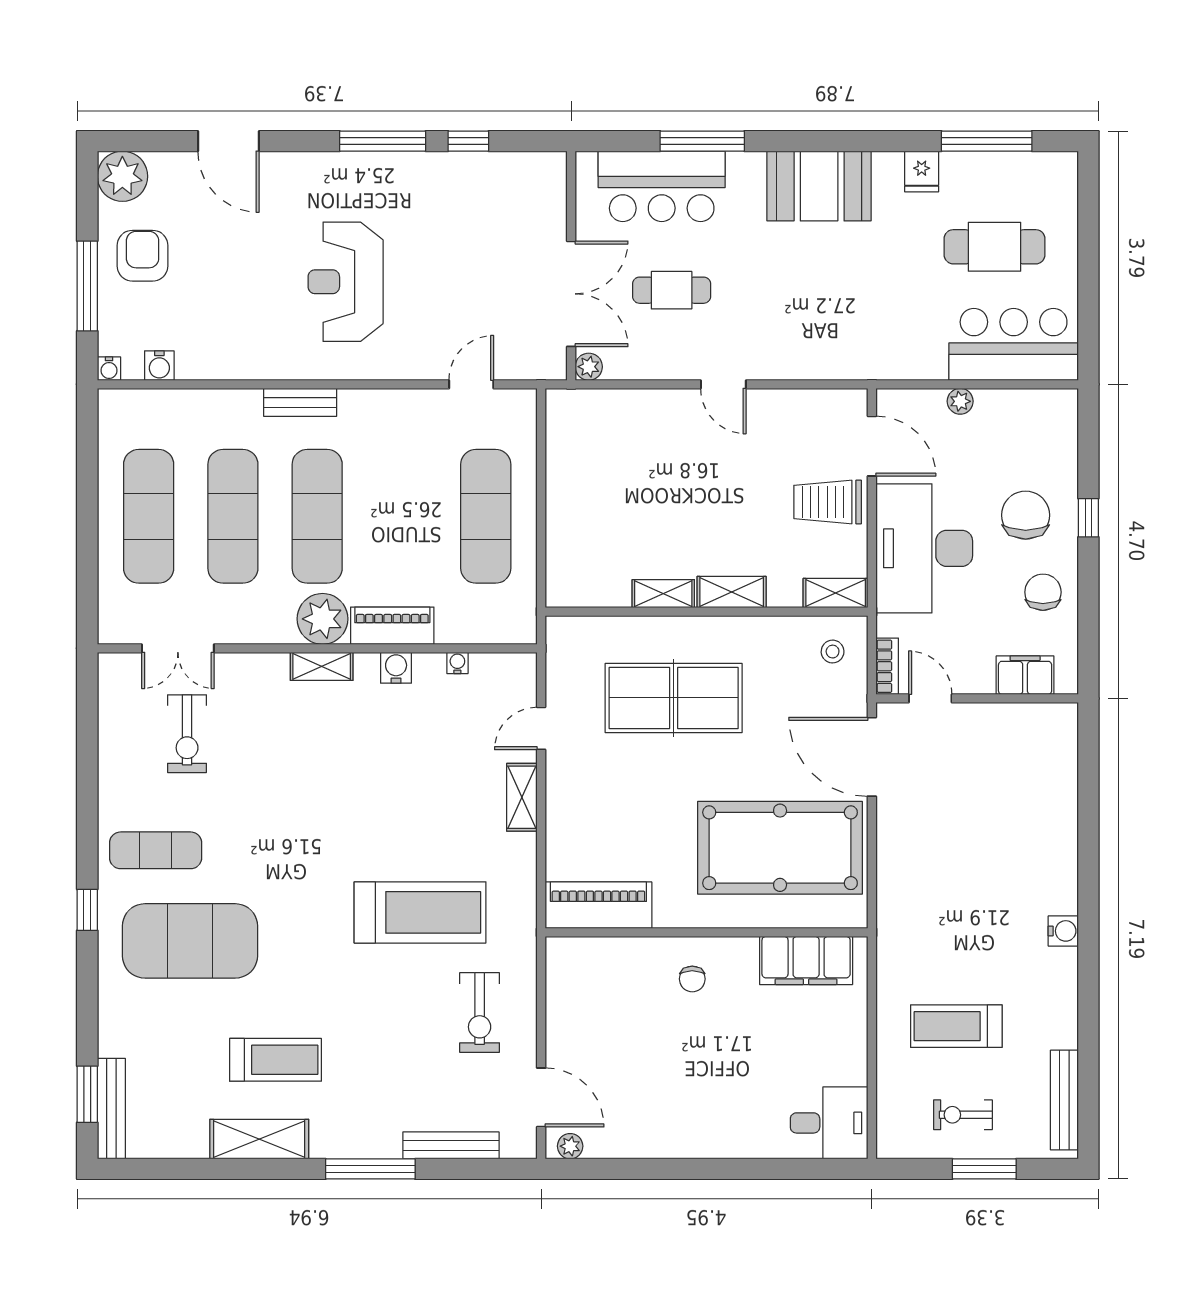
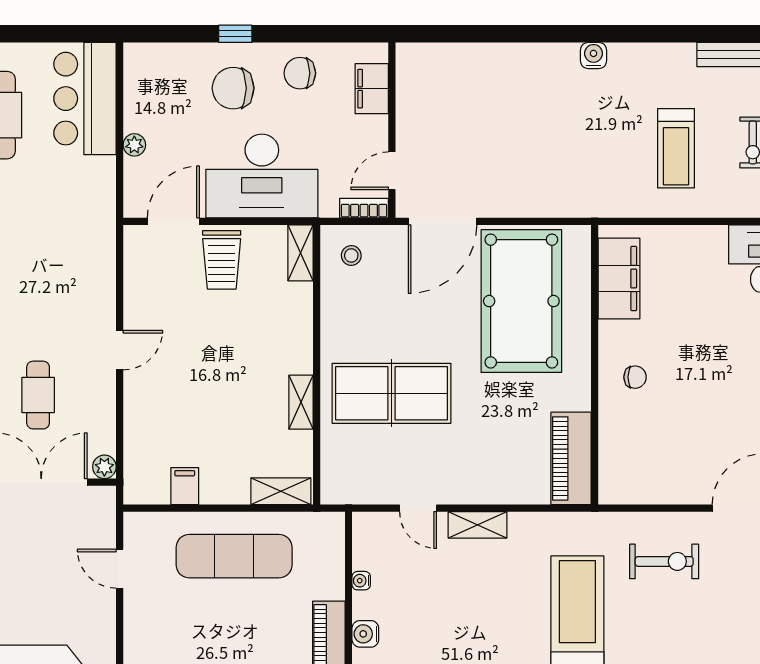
filing cabinet: (566, 459) -> (185, 486), added
shelving: (732, 592) -> (281, 491), moved, turned 90
table tennis table: (674, 698) -> (392, 393), turned 90

